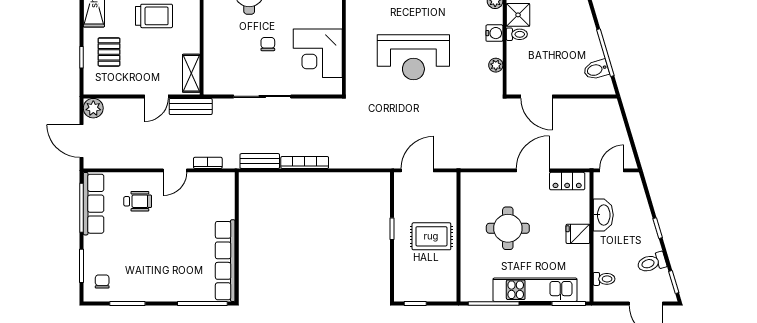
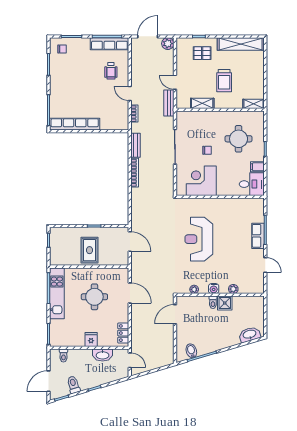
shelving: (191, 73) -> (202, 103), moved
door: (533, 170) -> (130, 293), moved
kitchen unit: (535, 290) -> (57, 293), moved

